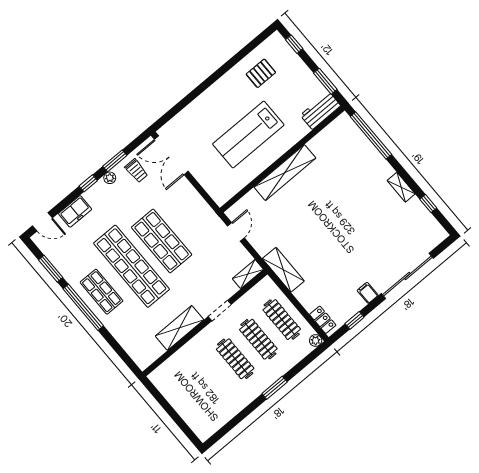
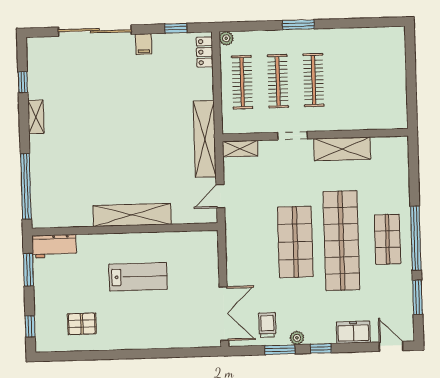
lab bench: (248, 134) -> (138, 277), width x0.73, depth x0.72
shelving: (283, 270) -> (205, 139), width x1.47

